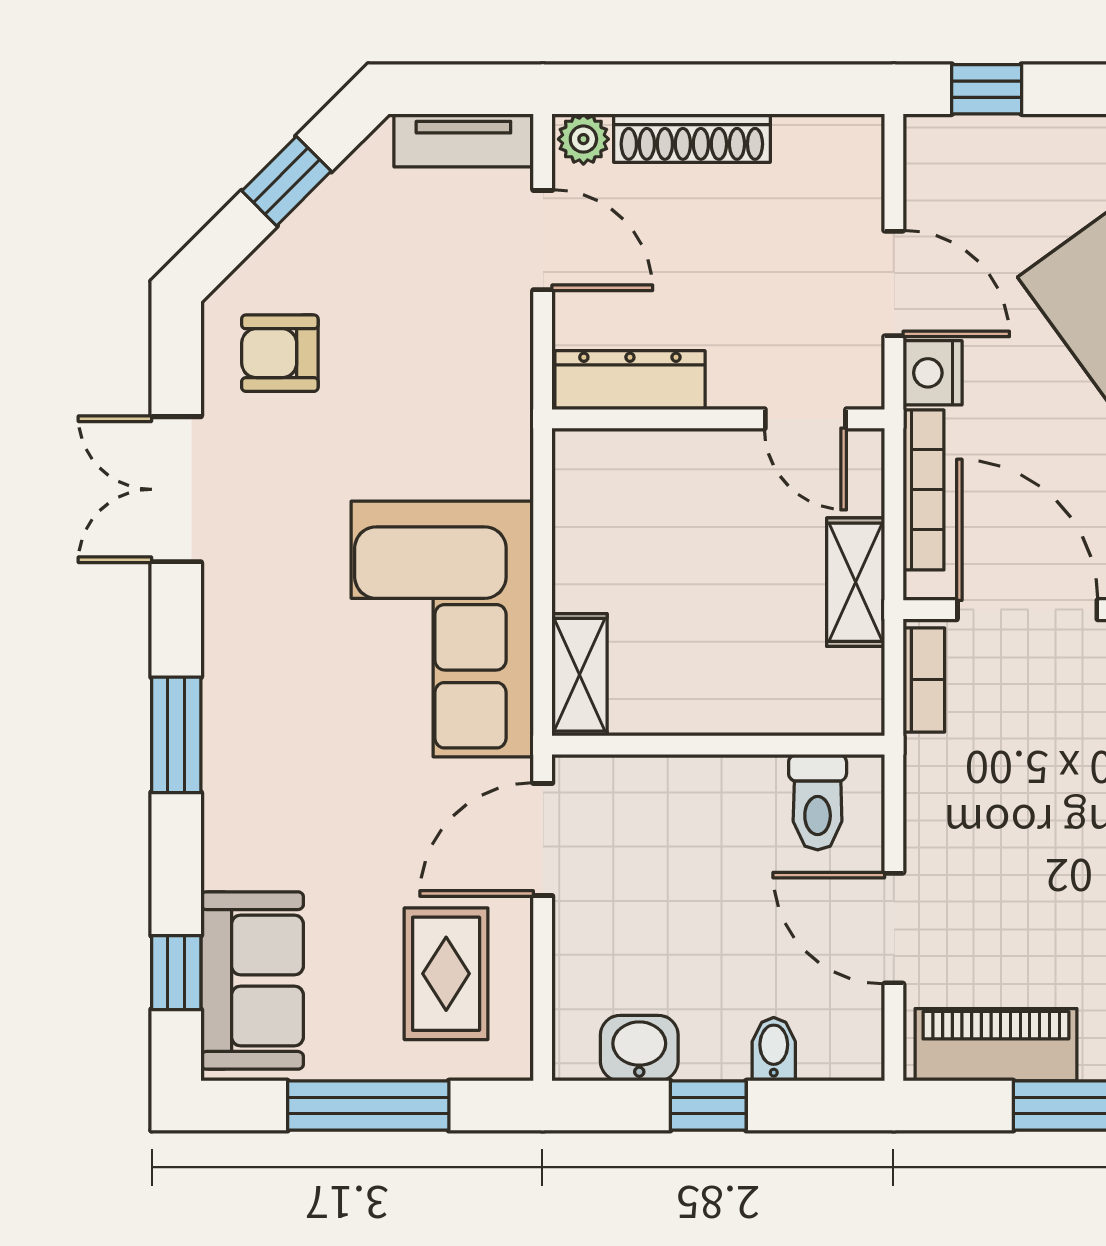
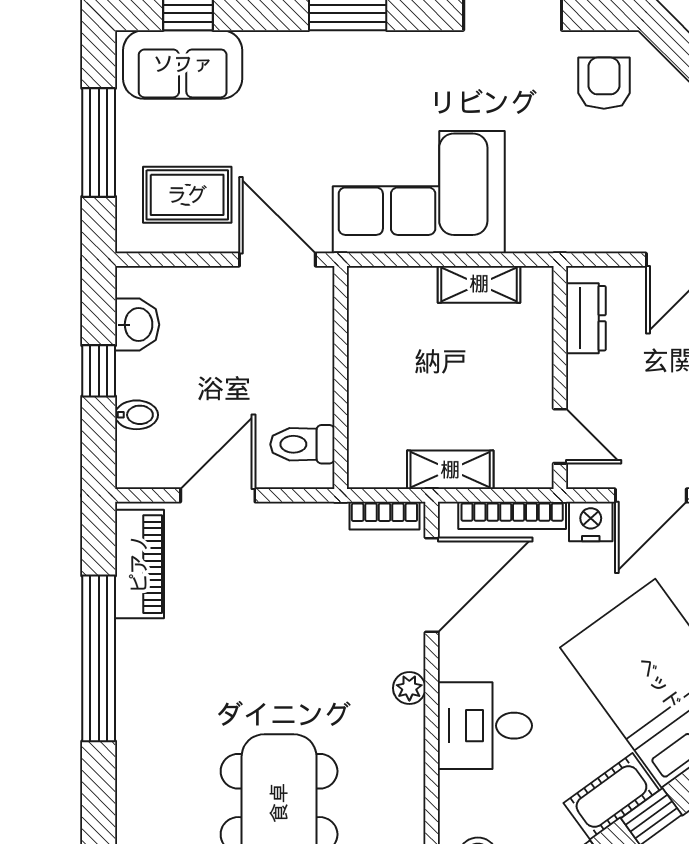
dresser: (630, 380) -> (586, 318), width x0.70
door: (805, 419) -> (560, 436), swing flipped
shelving: (579, 675) -> (479, 284), moved

